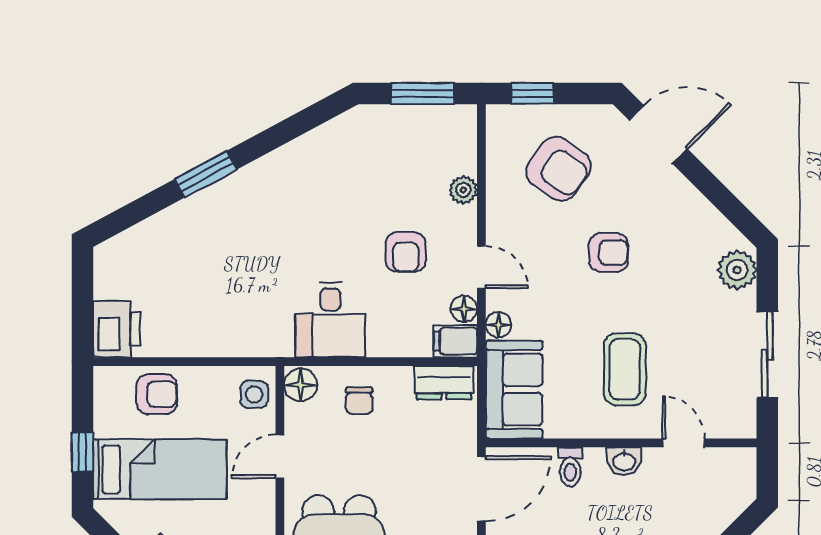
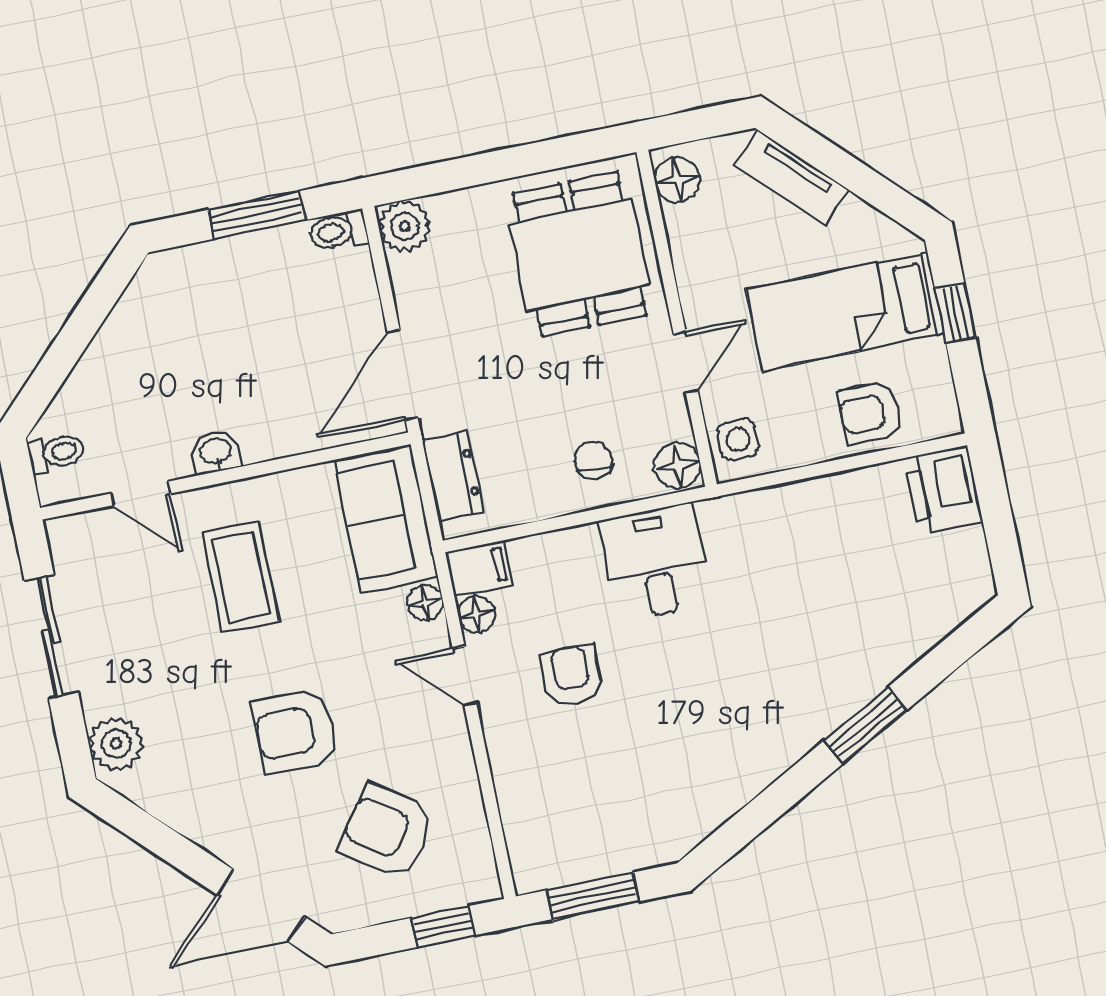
plant: (463, 190) -> (510, 776), removed
armchair: (609, 253) -> (296, 731), width x1.38, depth x1.38
dresser: (444, 383) -> (453, 476), moved, turned 90
toilet: (570, 467) -> (56, 452), moved, turned 90

